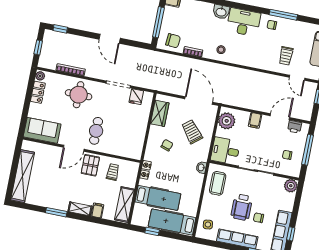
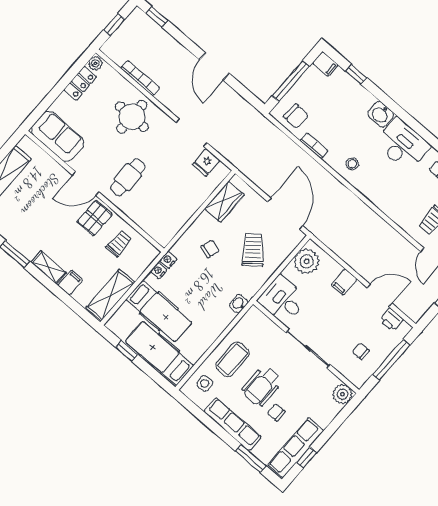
coffee table: (218, 183) -> (233, 359), moved

